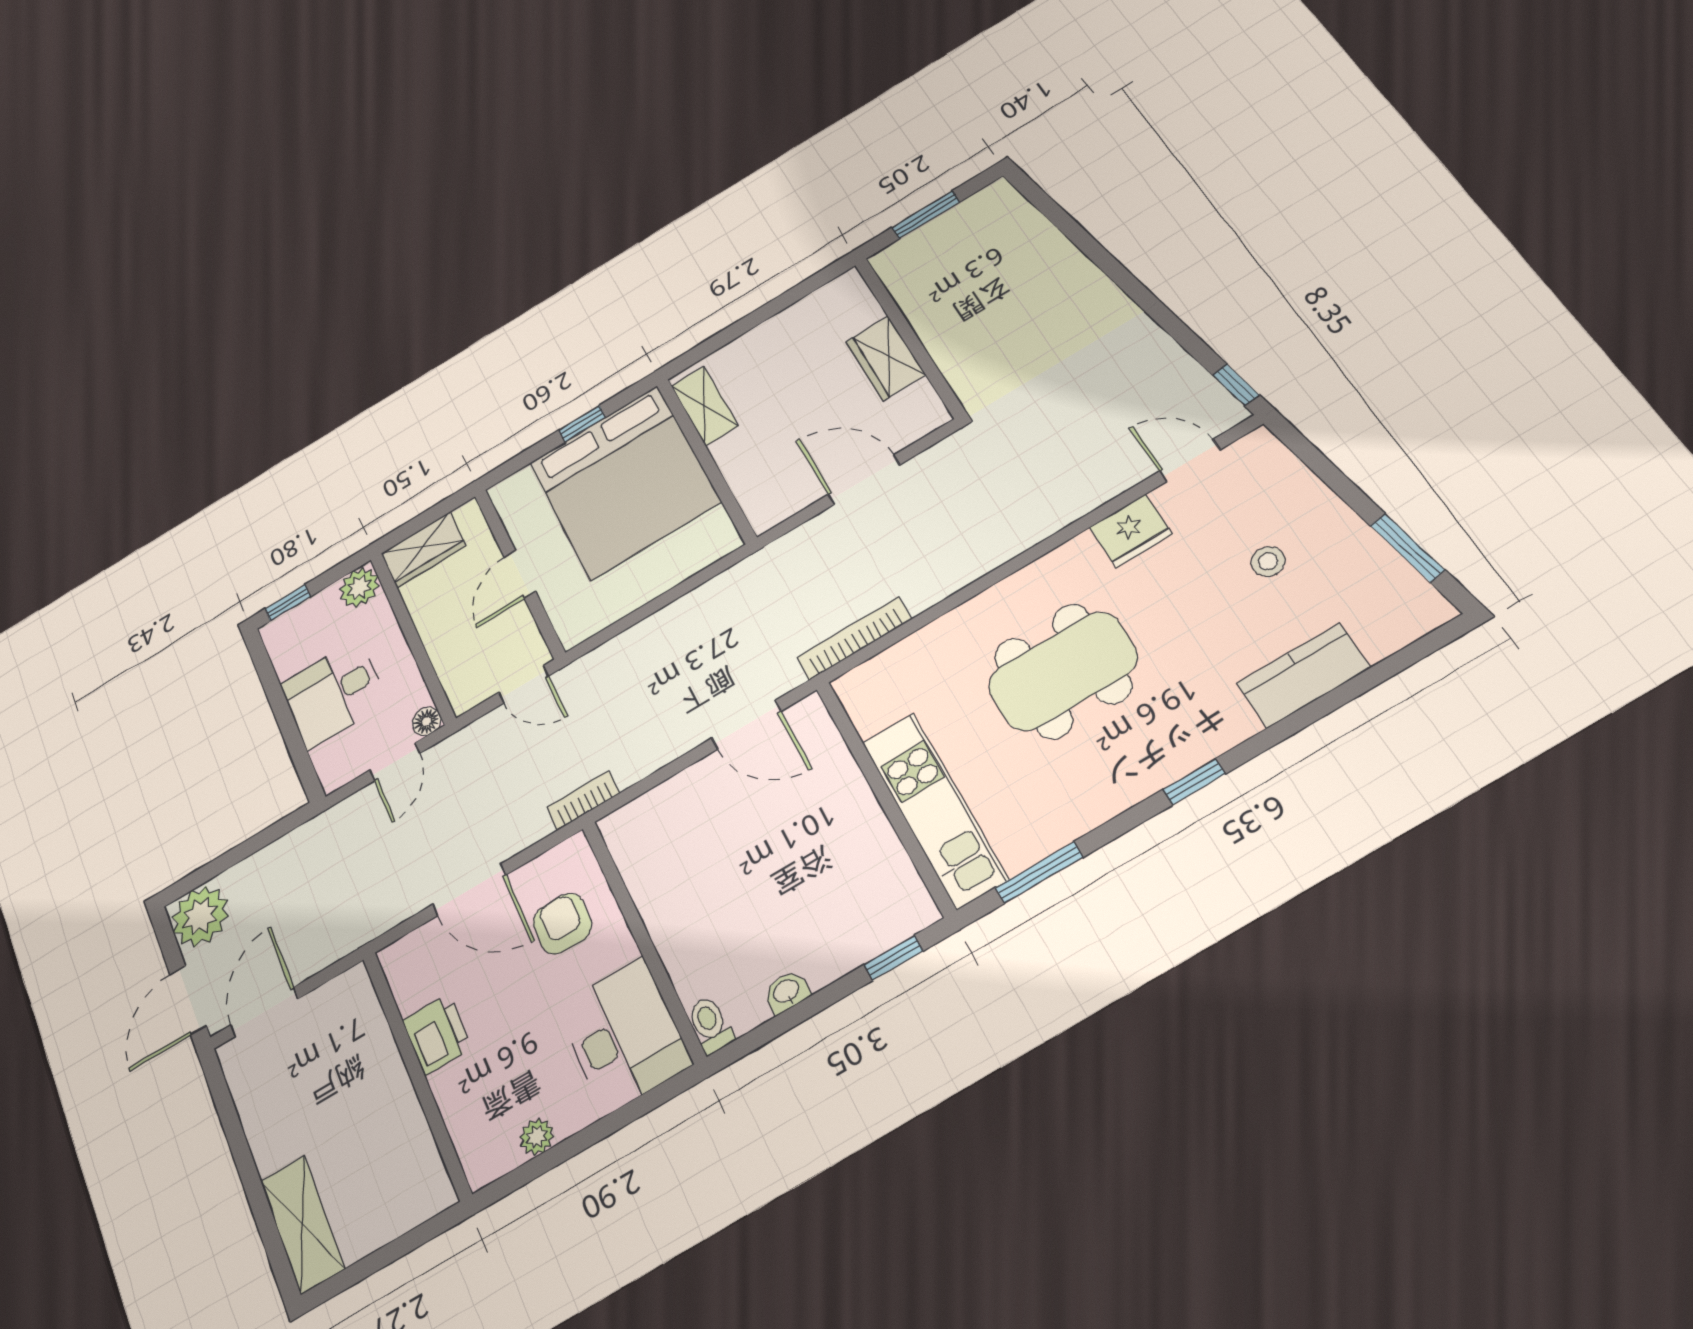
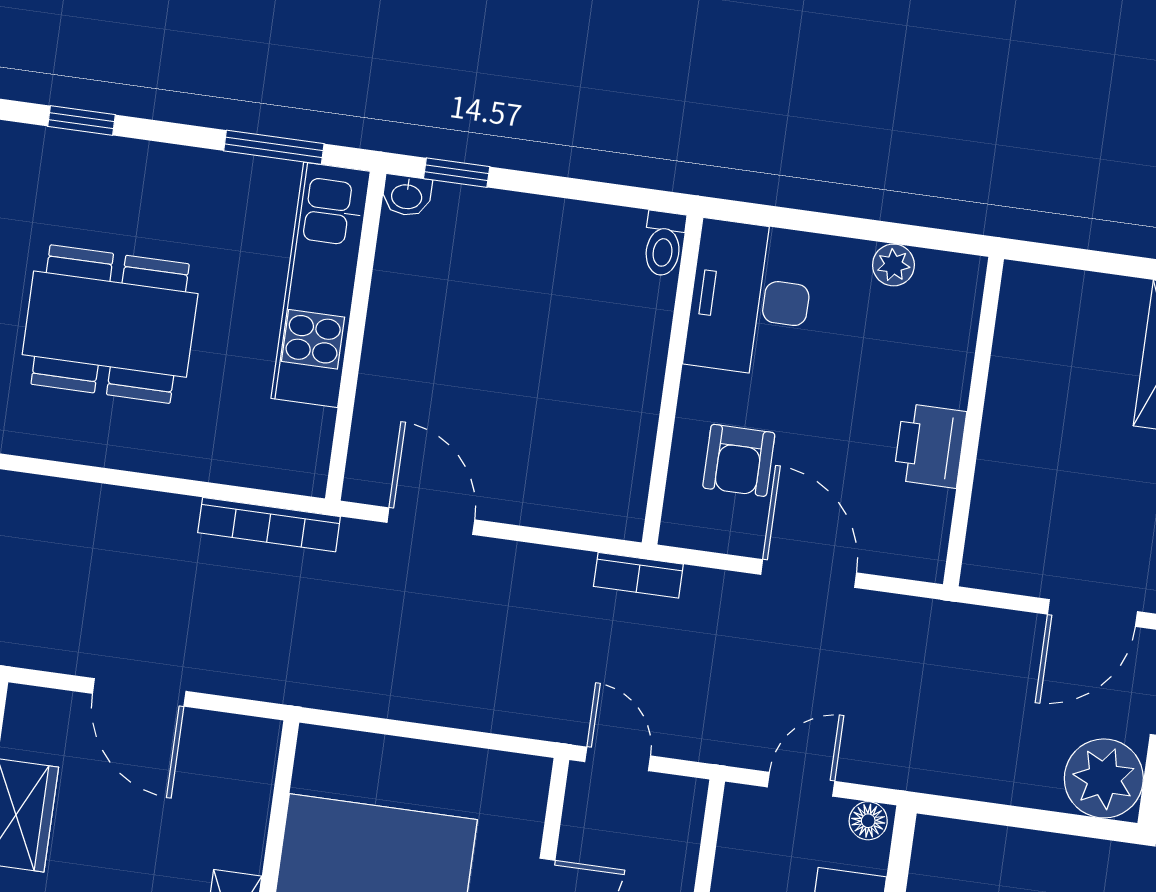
floor lamp: (427, 721) -> (868, 821), moved
washbasin: (787, 992) -> (407, 196), moved

